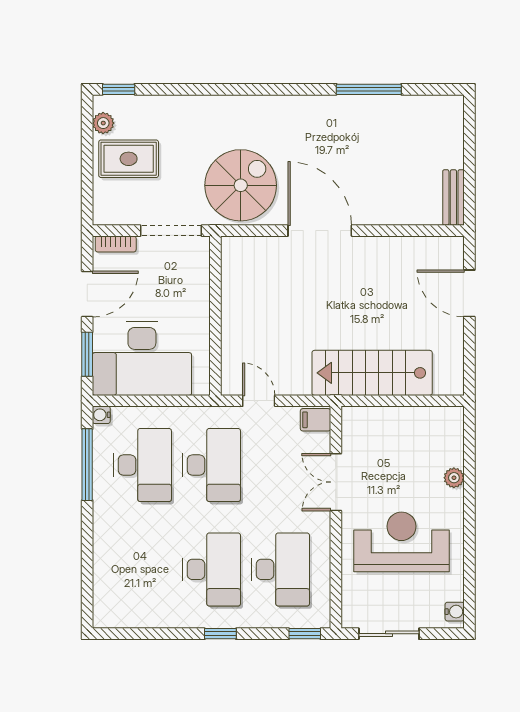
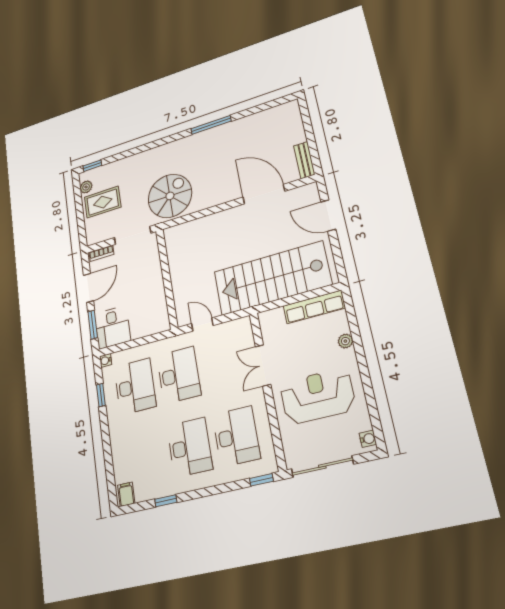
window: (369, 89) -> (211, 125), moved
door: (320, 231) -> (264, 194), moved
desk: (142, 358) -> (113, 327), width x0.53, depth x0.77
stairs: (372, 373) -> (272, 278), width x1.36, depth x1.51
filing cabinet: (316, 420) -> (126, 494), moved, turned 90
row of seats: (422, 420) -> (314, 307), added
window: (87, 465) -> (101, 395), width x0.46
window: (220, 634) -> (166, 501), moved
sliding door: (389, 634) -> (322, 467), width x1.37

